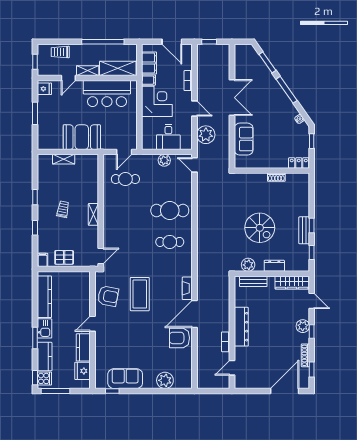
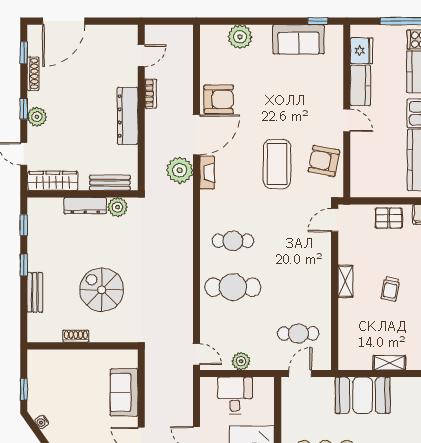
plant: (206, 135) -> (180, 170), moved
locker: (299, 163) -> (43, 357), removed
spiral stairs: (260, 228) -> (102, 290), moved
bench: (304, 230) -> (35, 292), moved
dresser: (274, 266) -> (85, 206), width x1.44
door: (93, 324) -> (347, 120), hinge flipped

